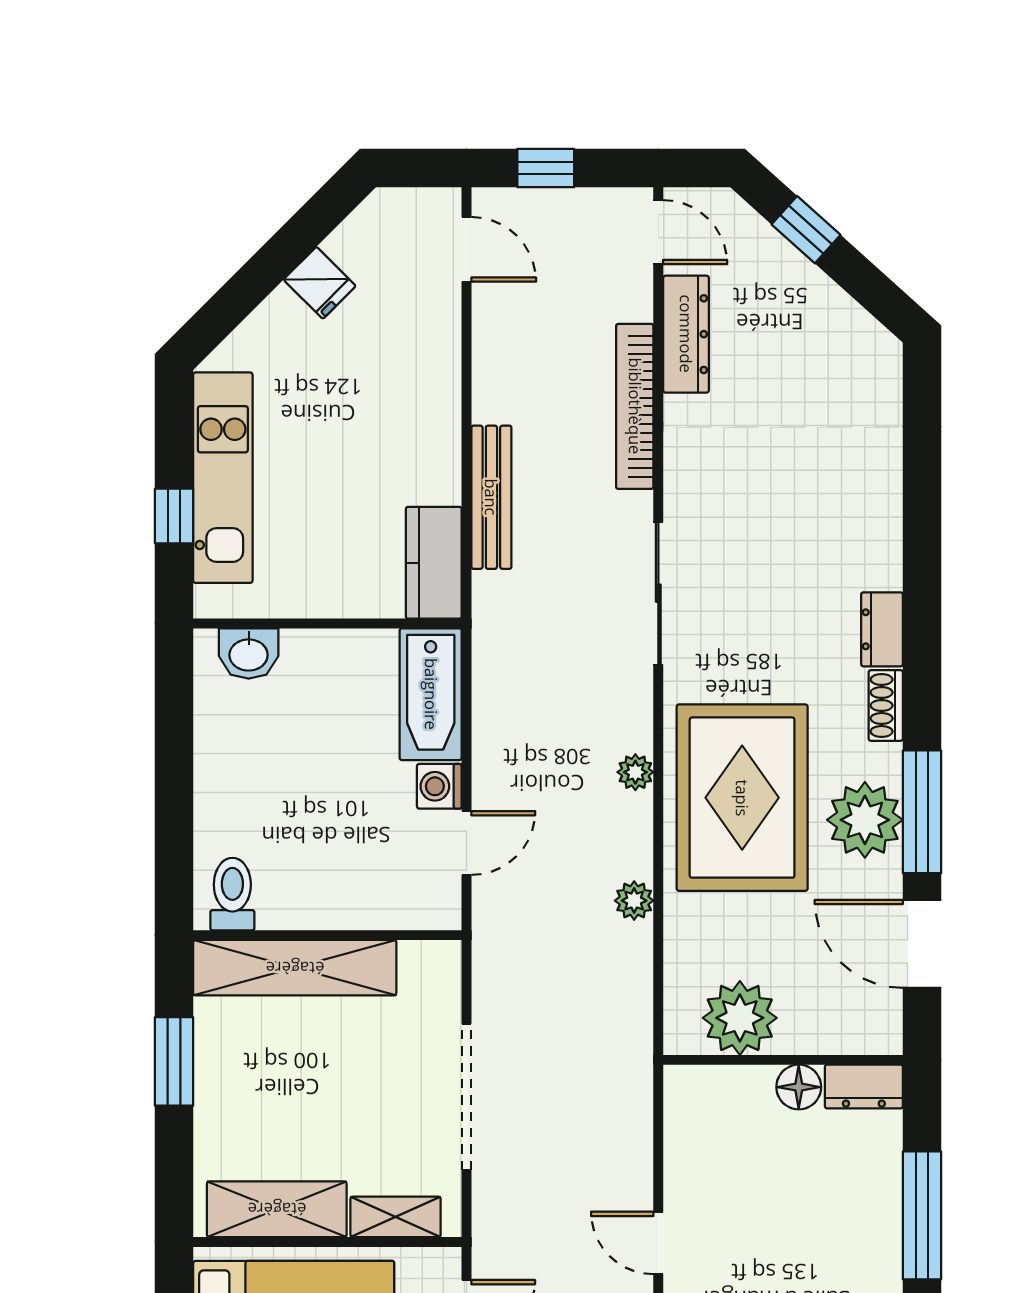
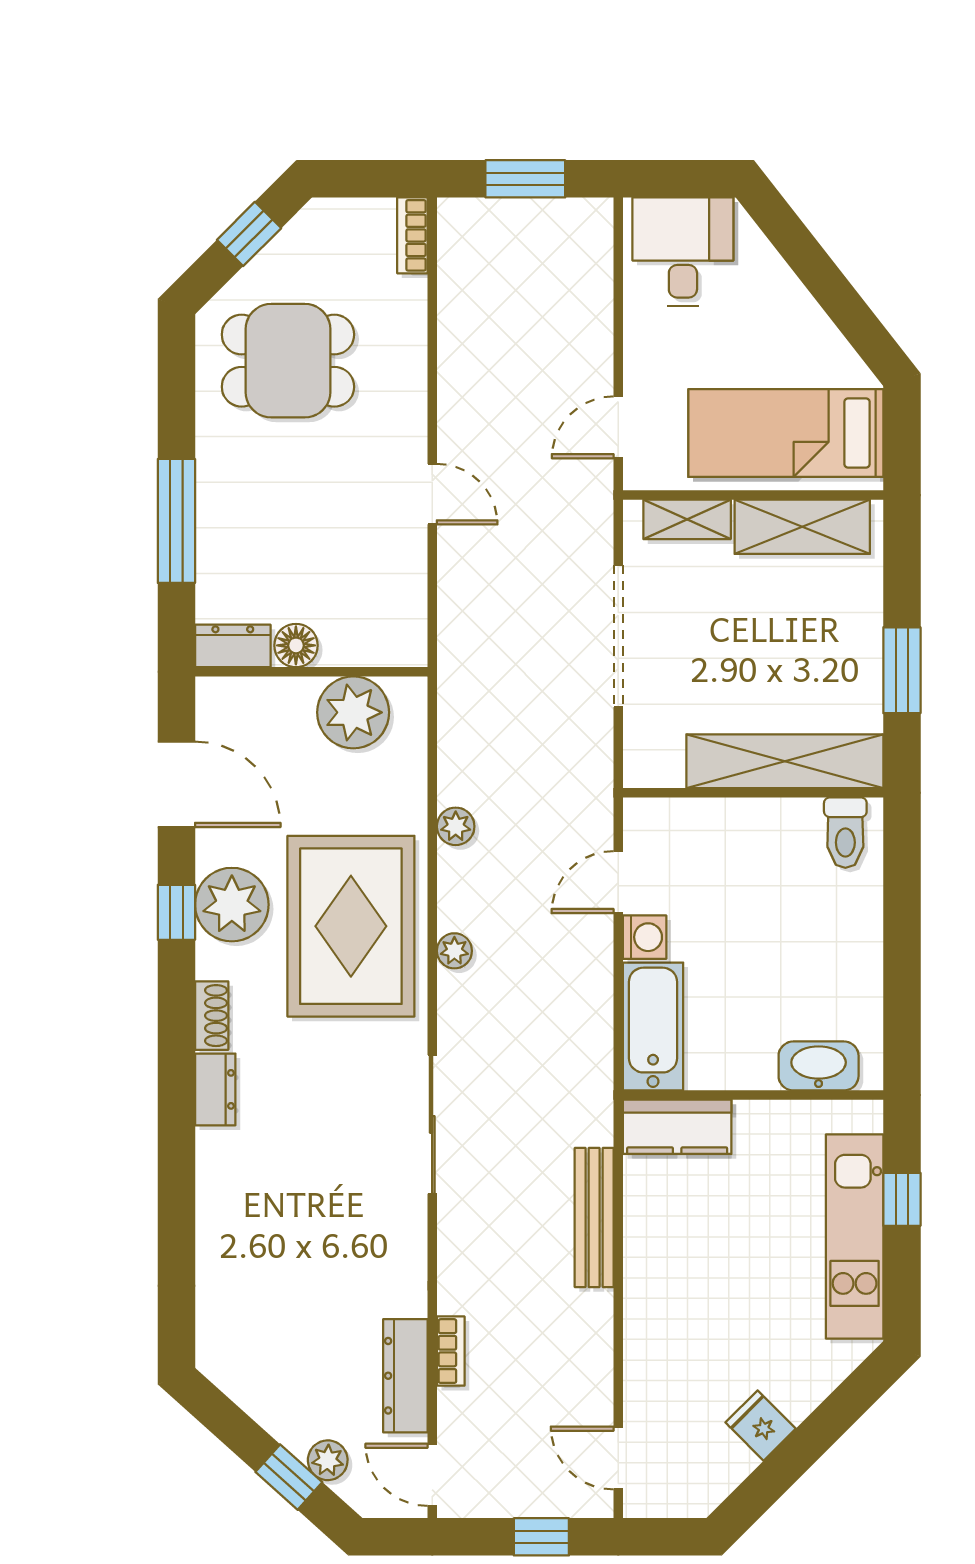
plant: (766, 247) -> (328, 1460), added
bookcase: (635, 406) -> (451, 1351), width x0.43, depth x0.76
kitchen counter: (434, 563) -> (677, 1127), moved, turned 90
washbasin: (249, 654) -> (819, 1066), width x1.38
window: (922, 812) -> (176, 912), width x0.46

